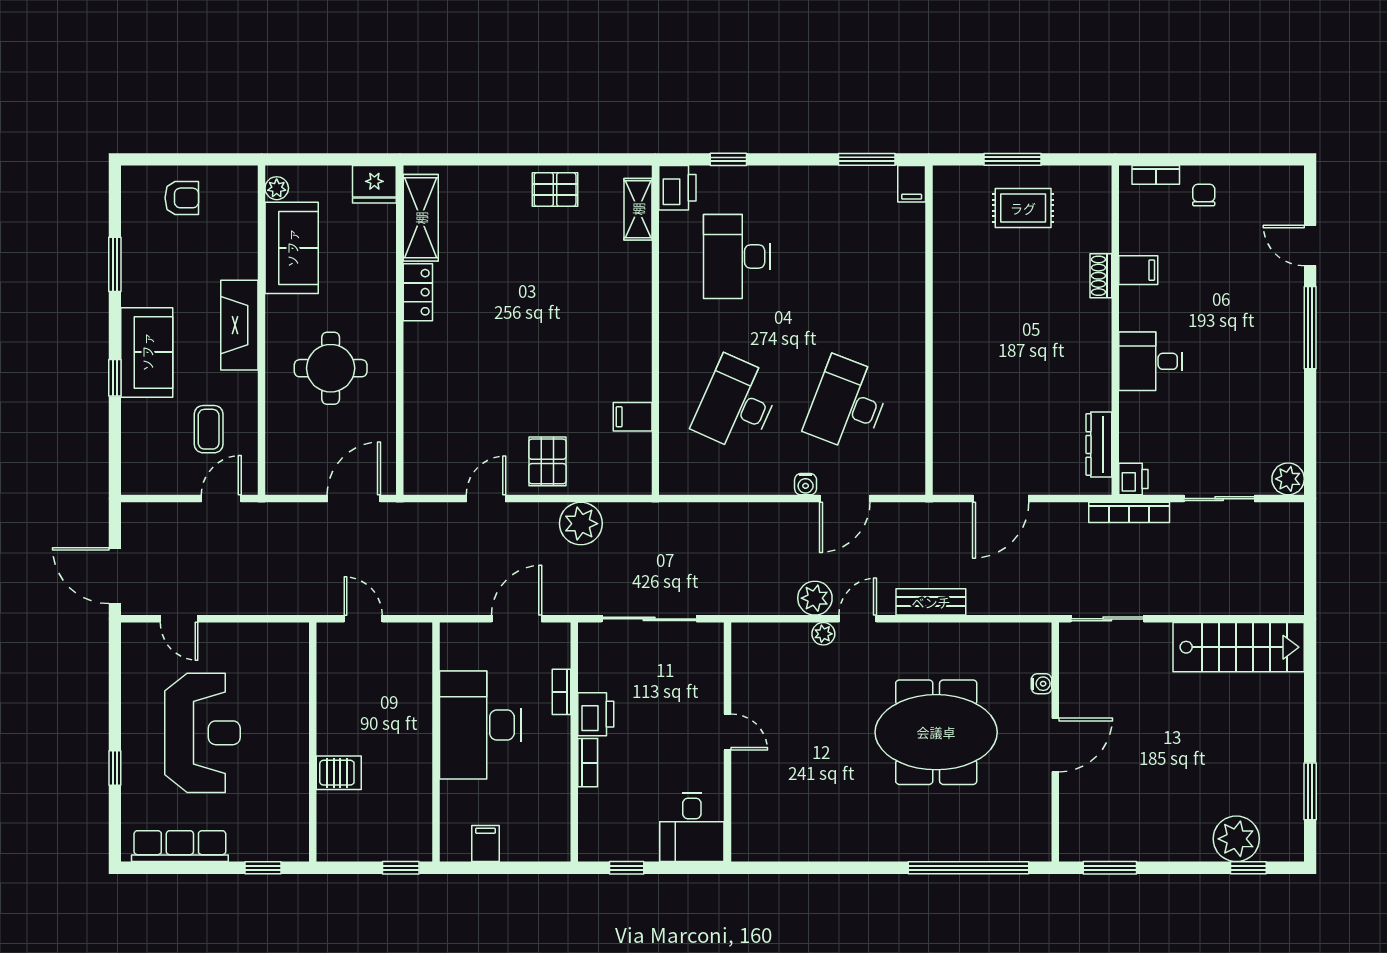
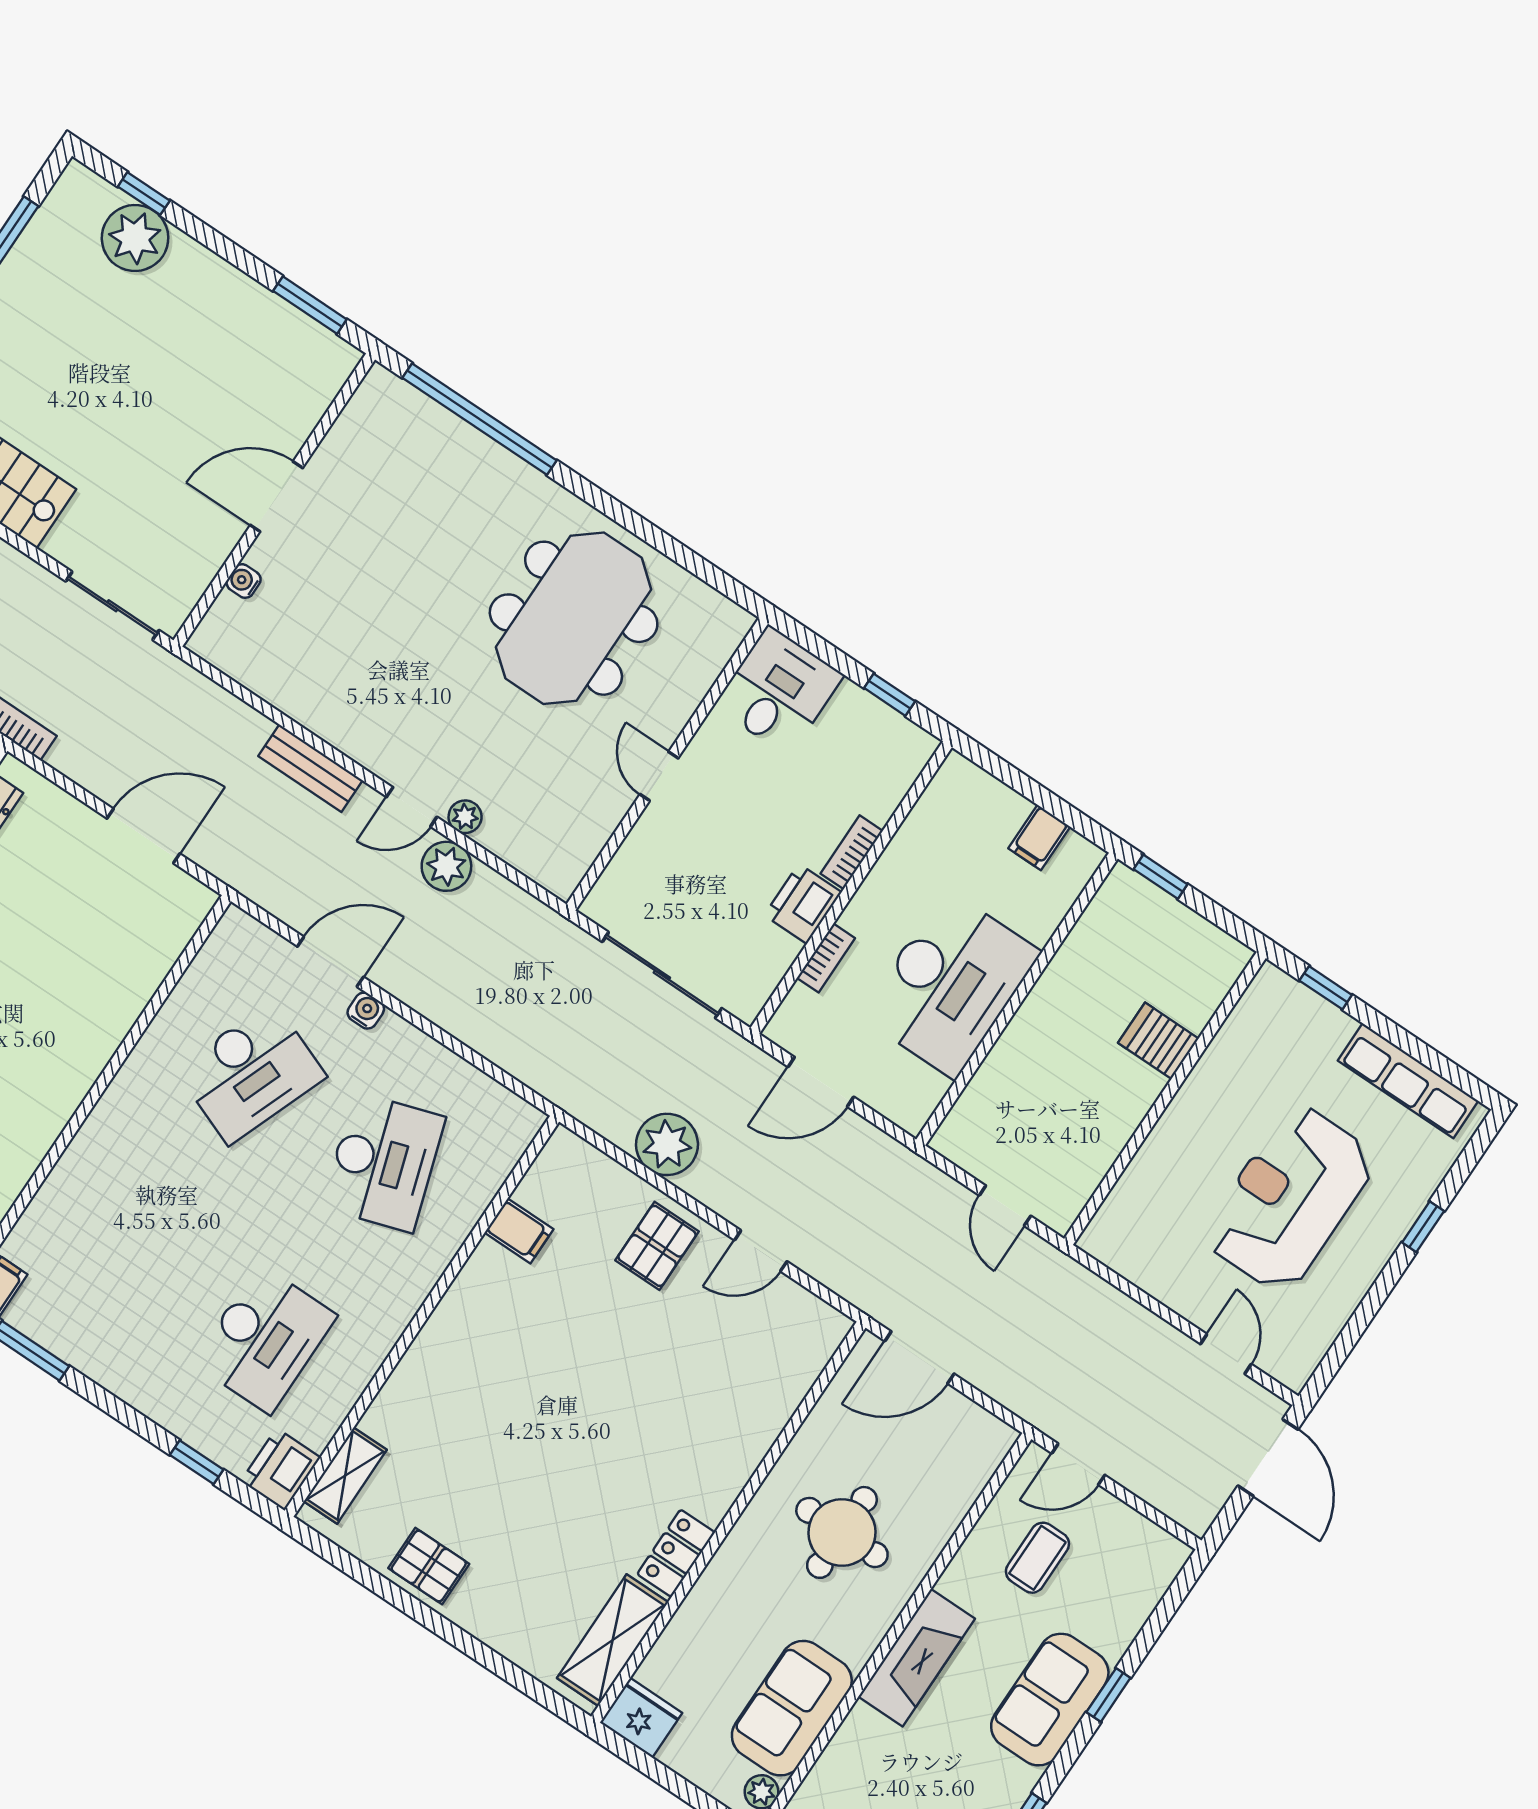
desk: (737, 404) -> (384, 1162), turned -42
meeting table: (936, 732) -> (574, 618), moved, turned 90

